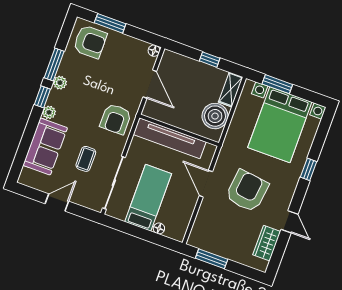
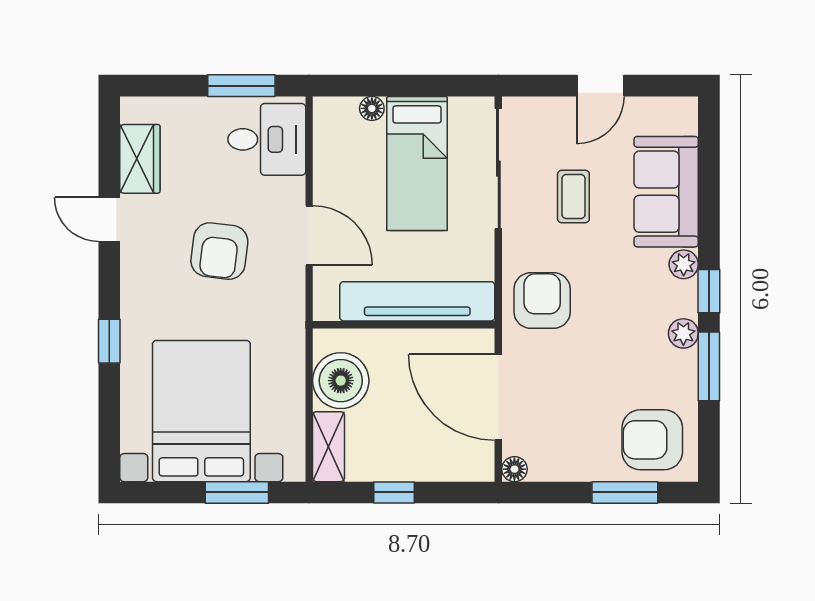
door: (150, 84) -> (498, 397), width x1.36
armchair: (247, 191) -> (219, 251), width x0.73, depth x0.73
desk: (209, 232) -> (267, 139), added

